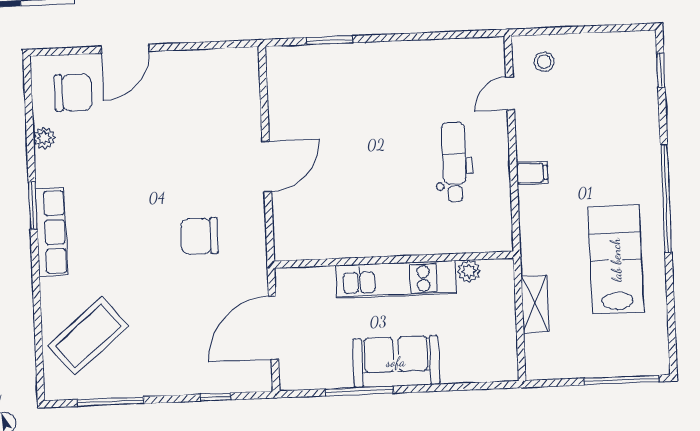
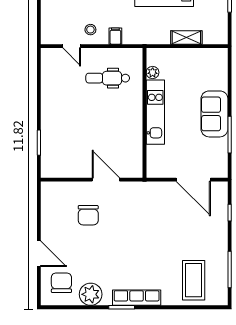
stool: (544, 62) -> (90, 30), moved
plant: (44, 138) -> (91, 294), width x1.88, depth x1.88
chair: (199, 236) -> (88, 215), moved
wall: (394, 260) -> (144, 113), moved
plant: (469, 271) -> (153, 72), moved
kitchen unit: (396, 280) -> (155, 112), moved
coffee table: (88, 336) -> (194, 280), turned 40

